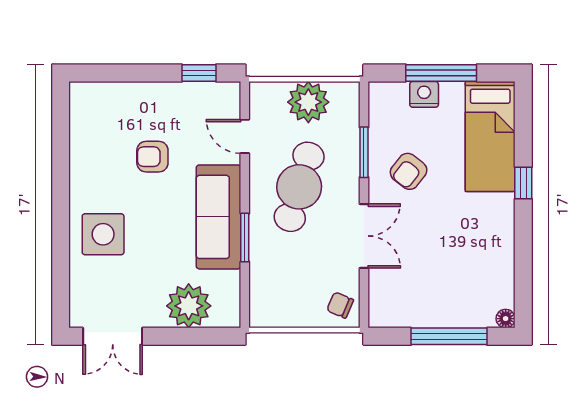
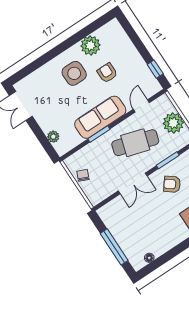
plant: (89, 154) -> (90, 45), added
side table: (103, 234) -> (74, 73), moved
chair: (340, 305) -> (83, 175), moved
plant: (189, 306) -> (53, 137), width x0.53, depth x0.53
floor lamp: (506, 319) -> (149, 258), moved

